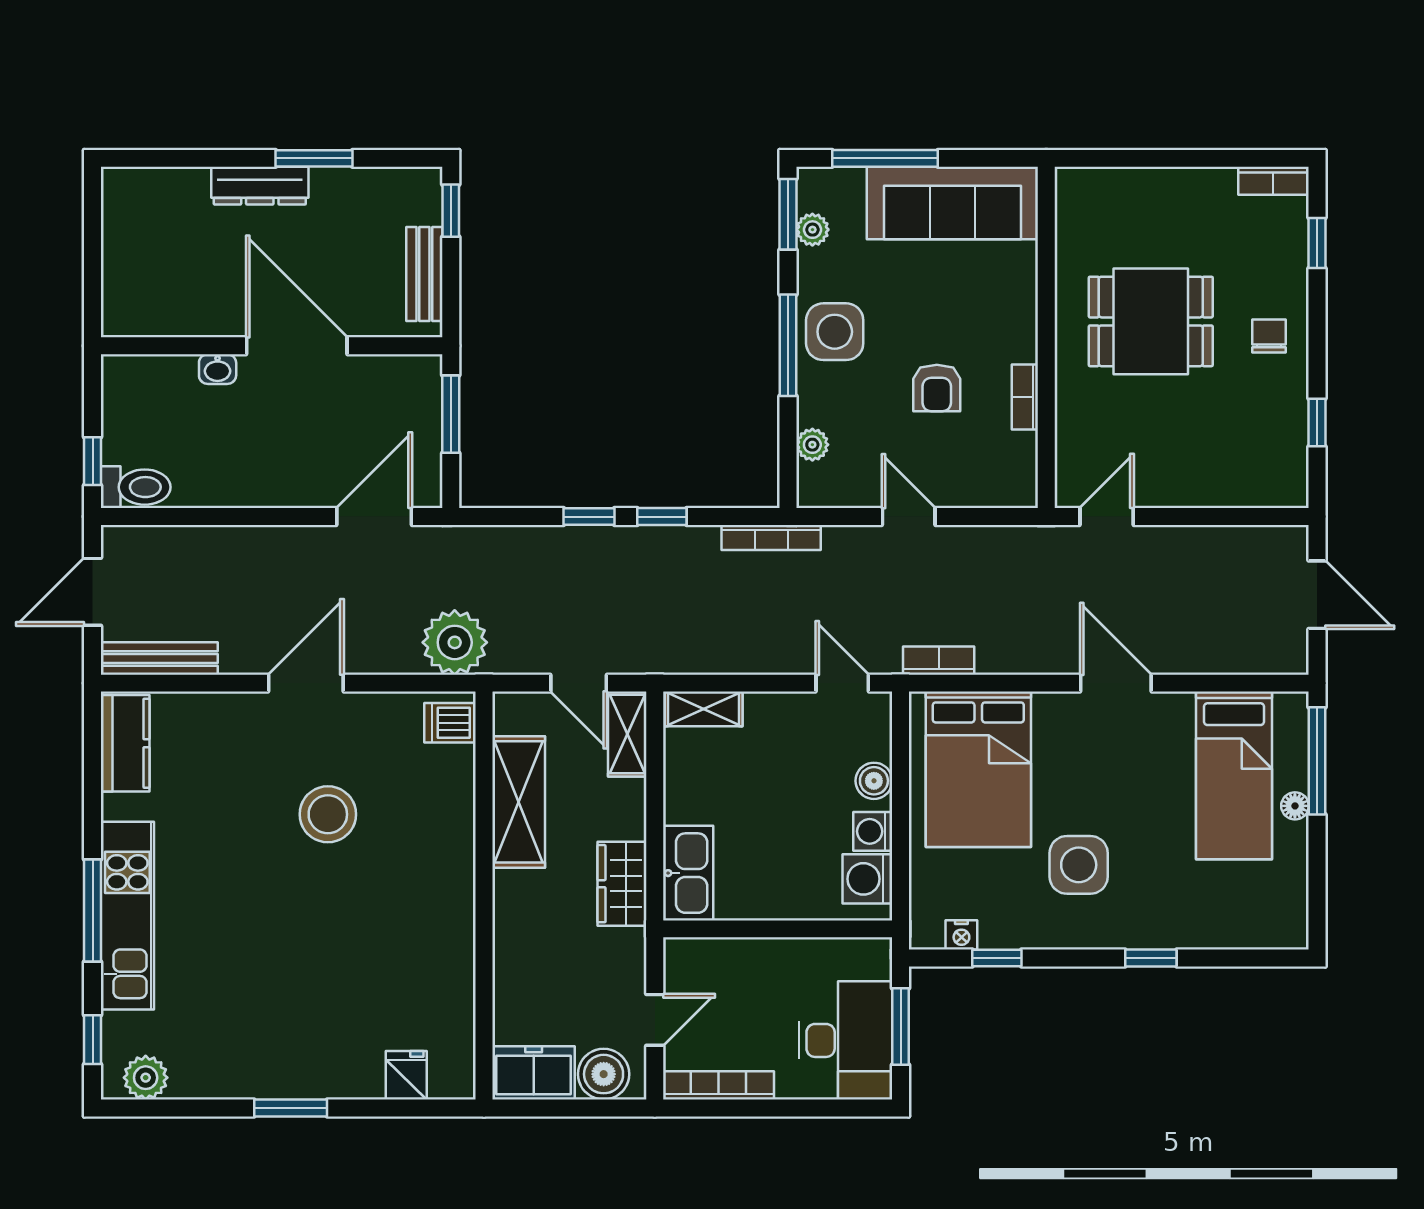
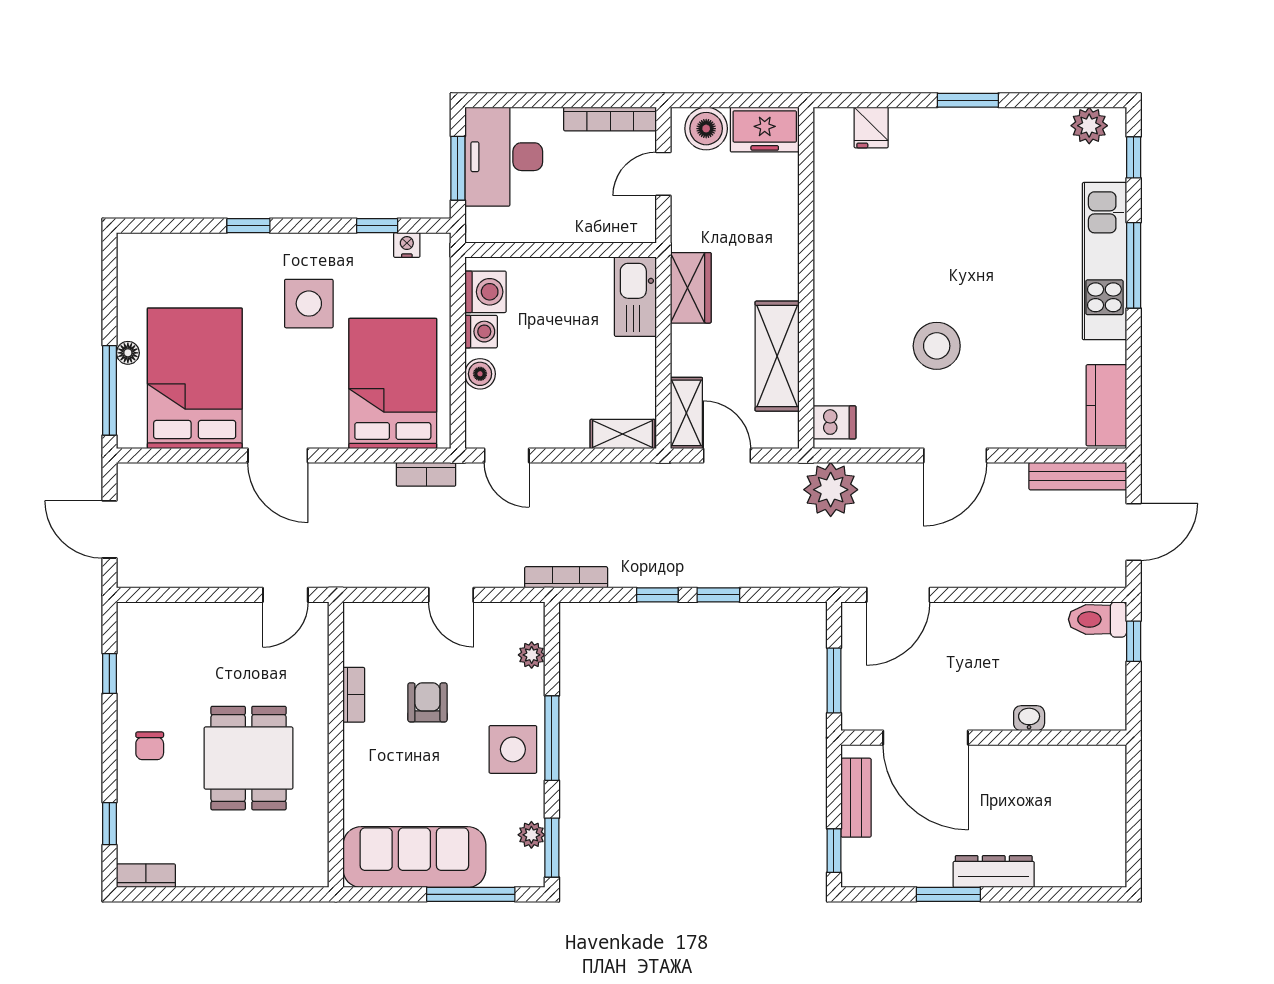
dining table: (1151, 321) -> (249, 758), turned 90
door: (297, 346) -> (926, 738), moved
bed: (1234, 775) -> (195, 378), width x1.50

